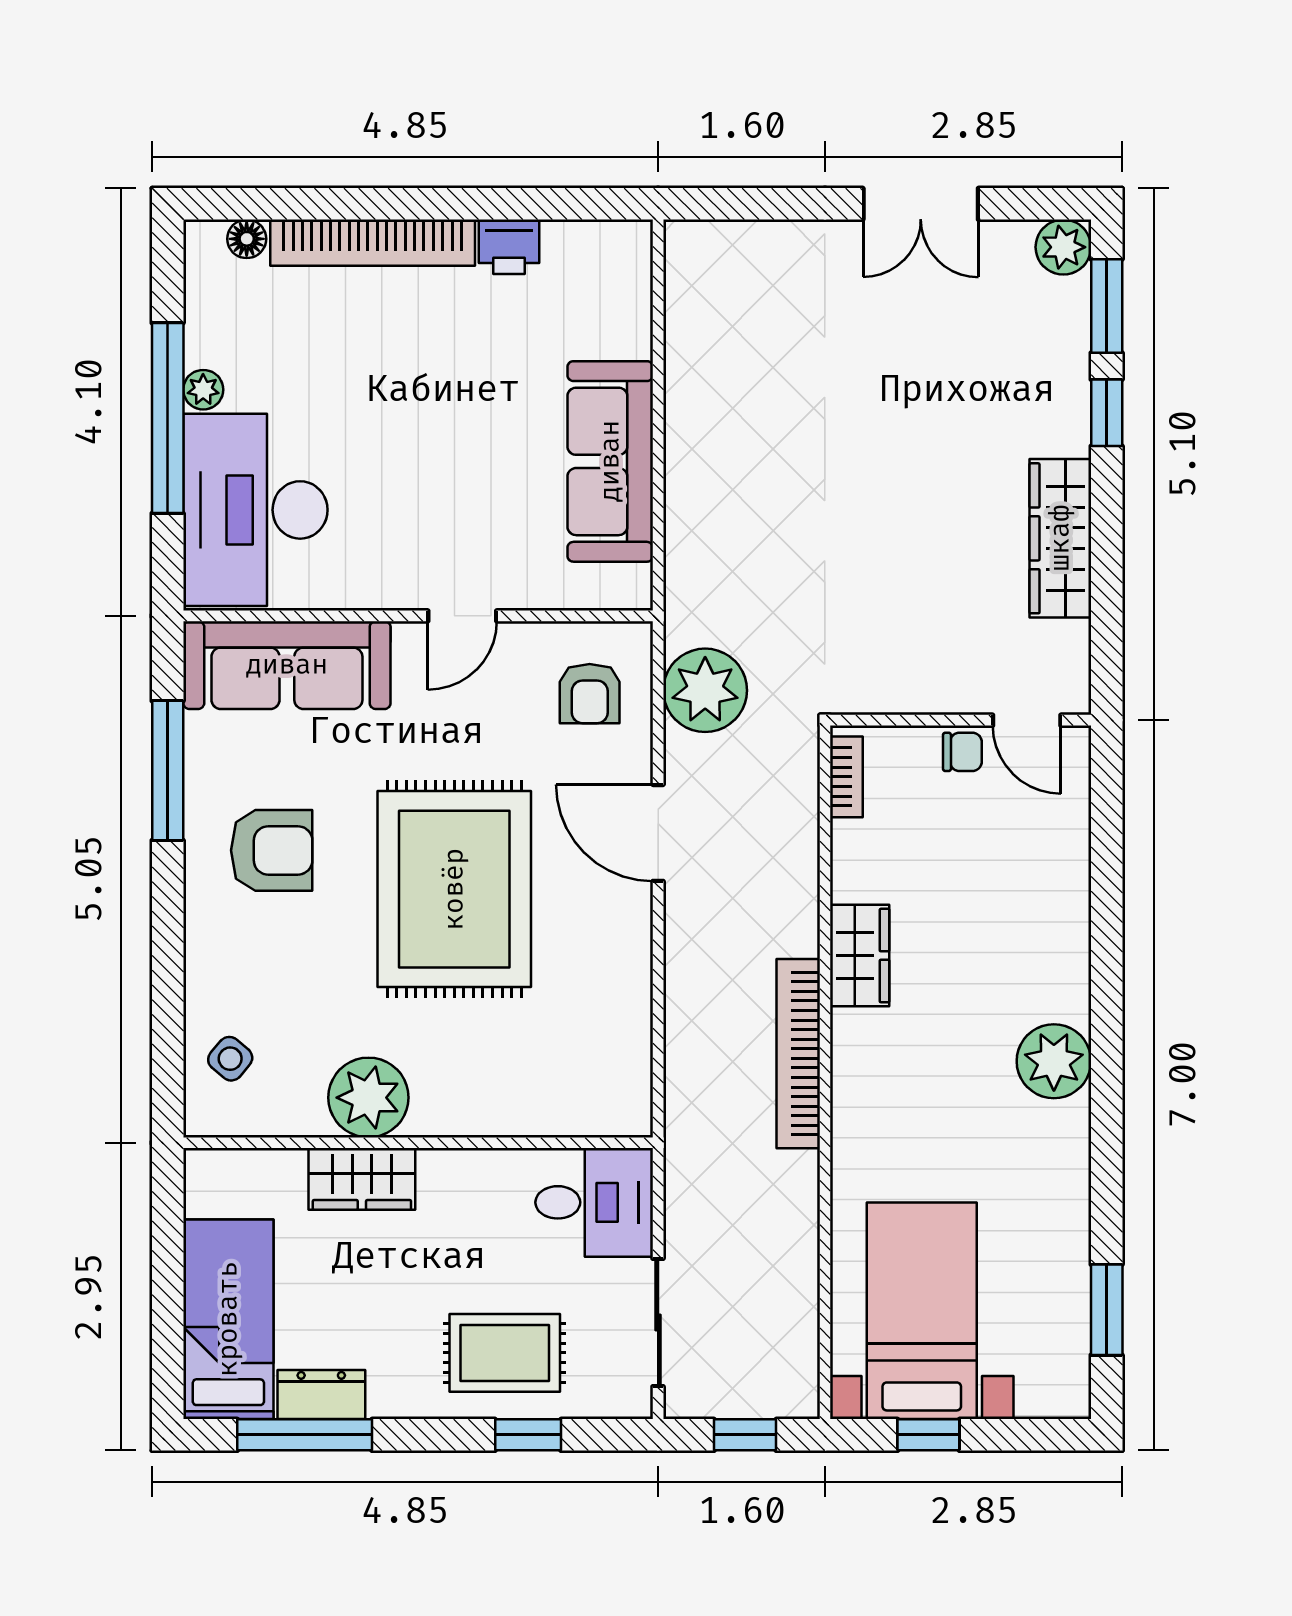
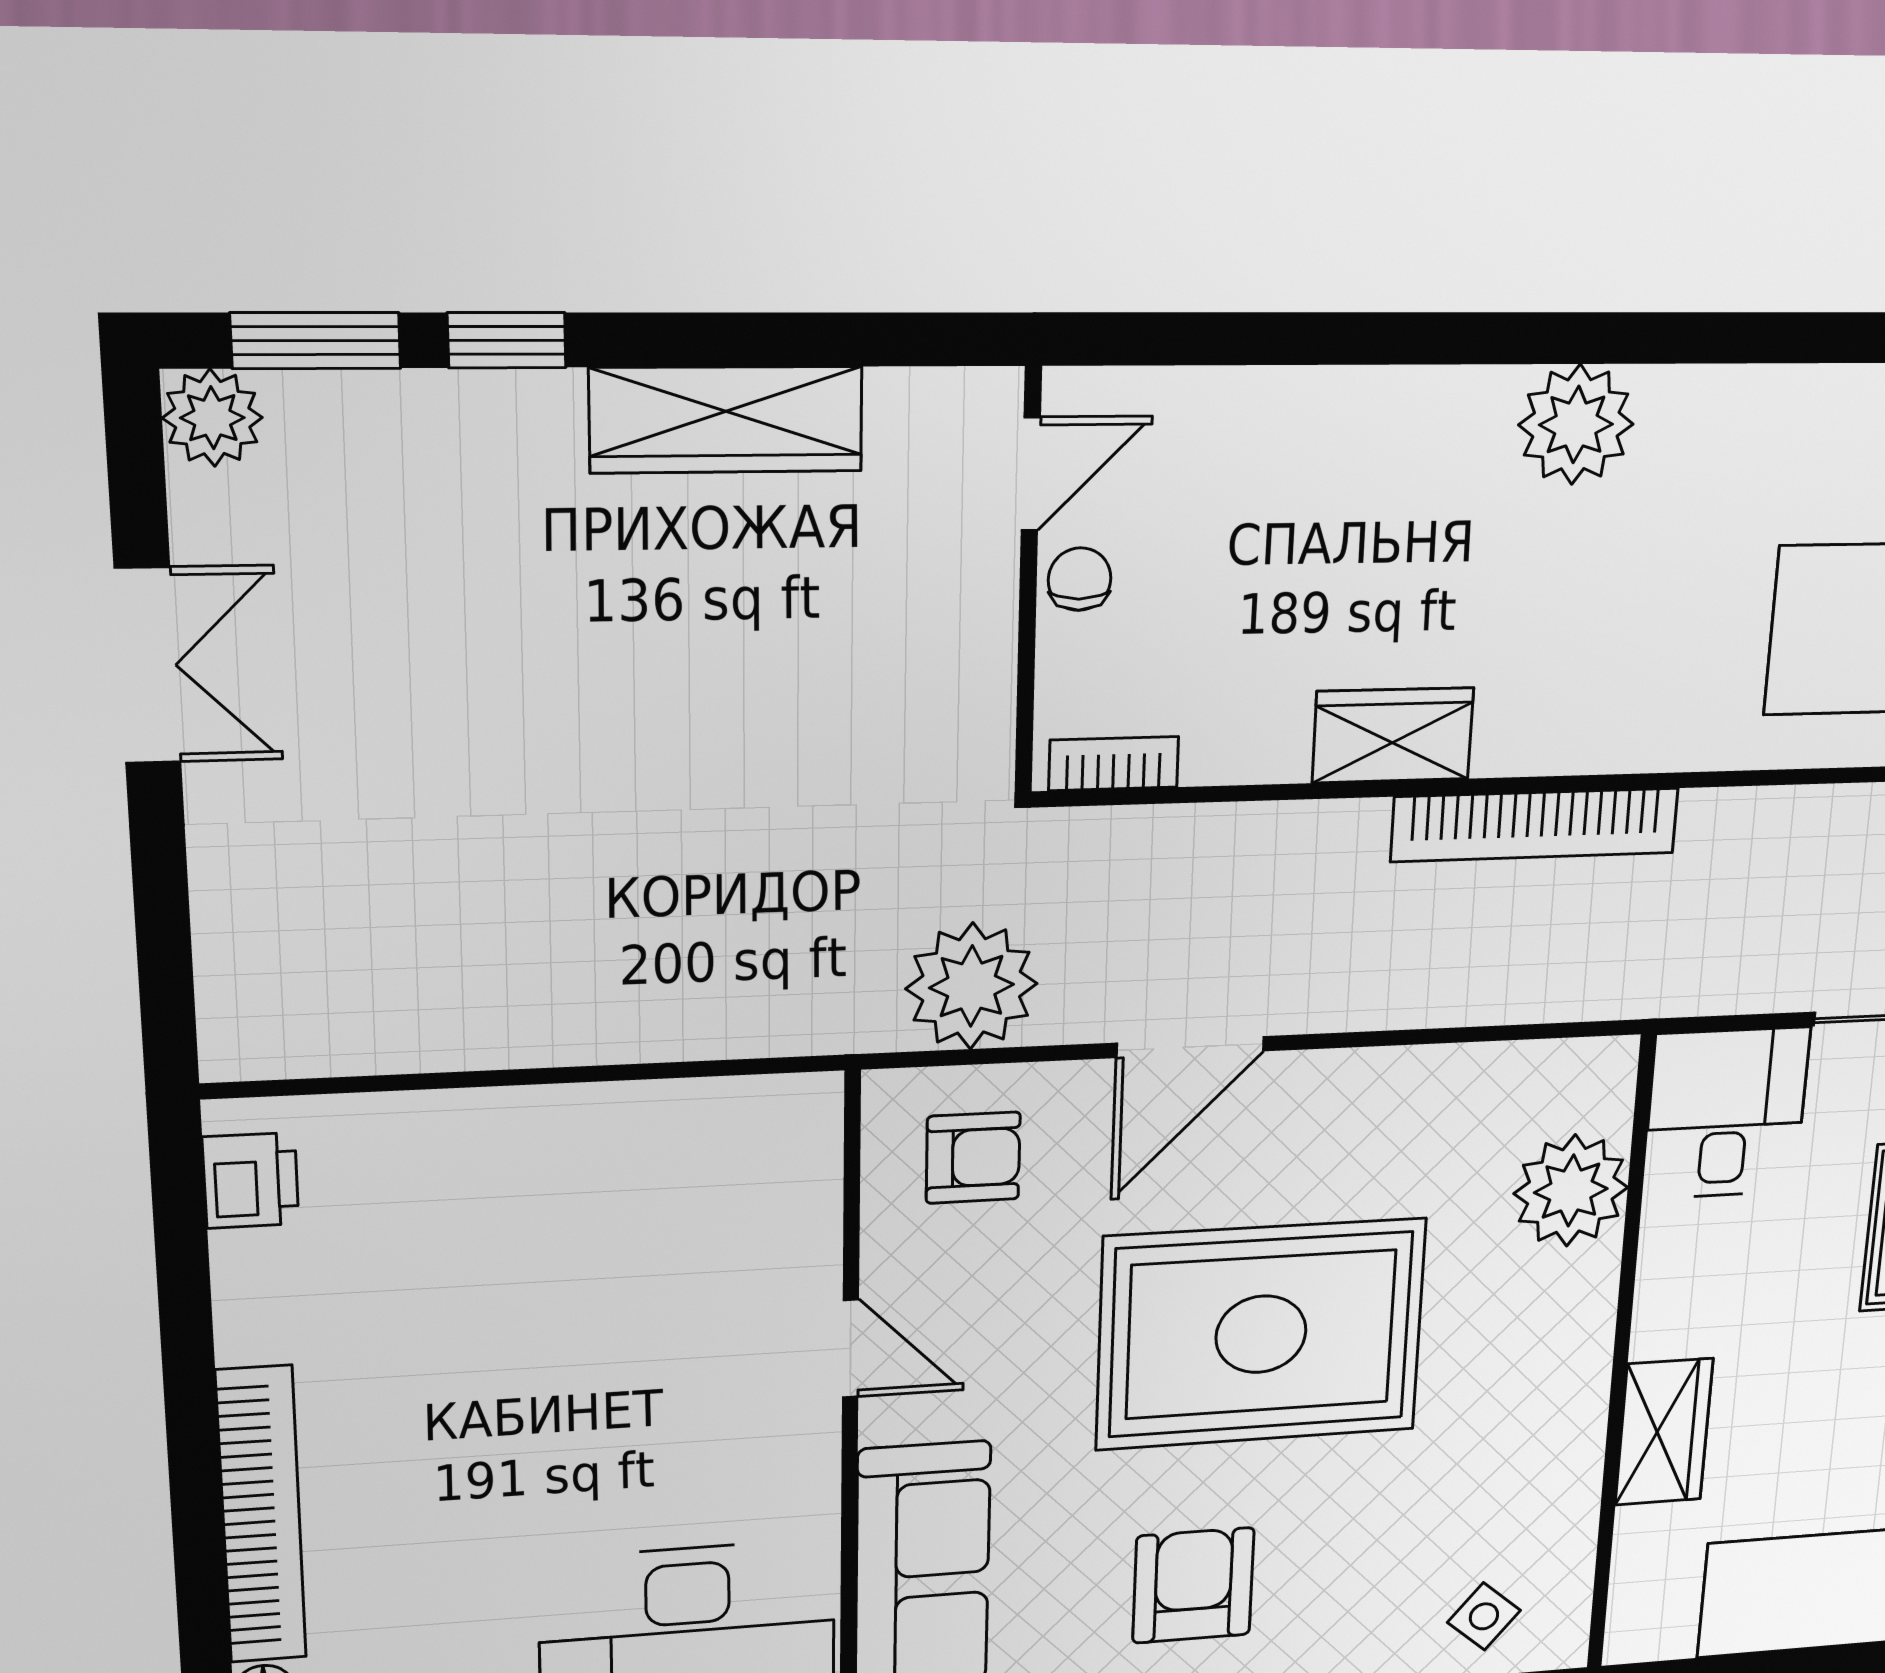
printer: (509, 247) -> (251, 1181), moved
sofa: (610, 461) -> (605, 1146), removed
plant: (368, 1098) -> (1571, 1191), moved

